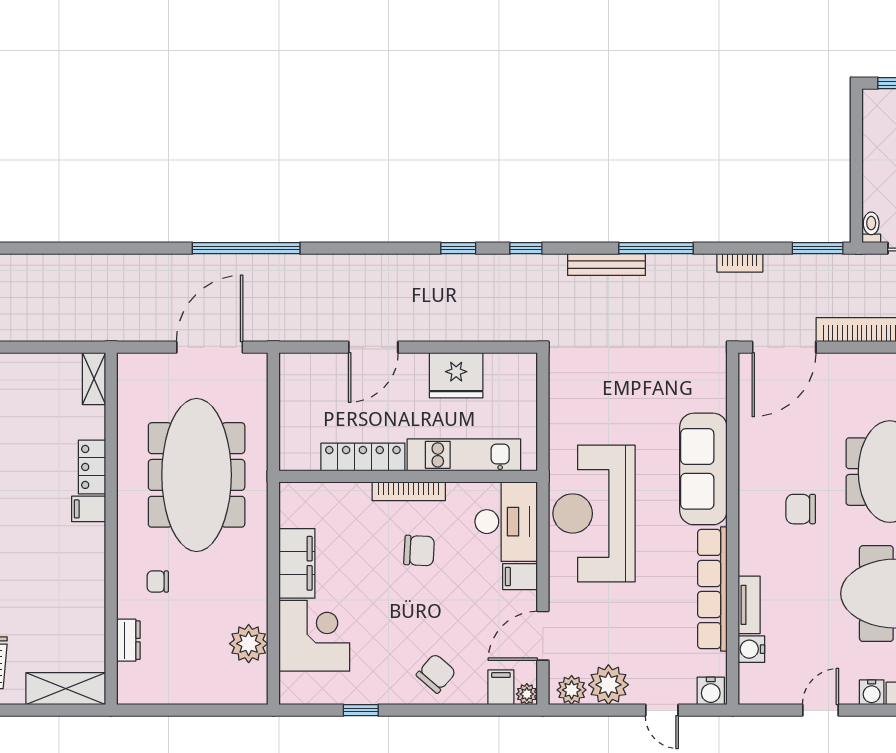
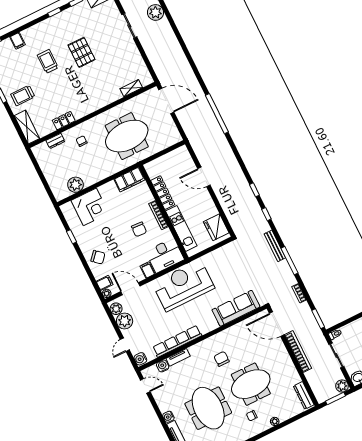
door: (210, 347) -> (166, 101), moved
fridge: (456, 375) -> (216, 227), moved
shelving: (94, 379) -> (131, 88), moved
locker: (92, 467) -> (64, 121), moved
sofa: (703, 469) -> (236, 308), moved
meeting table: (197, 475) -> (127, 136), width x0.73
filing cabinet: (89, 509) -> (95, 103), removed
filing cabinet: (297, 563) -> (130, 180), moved
door: (821, 710) -> (145, 386), moved

